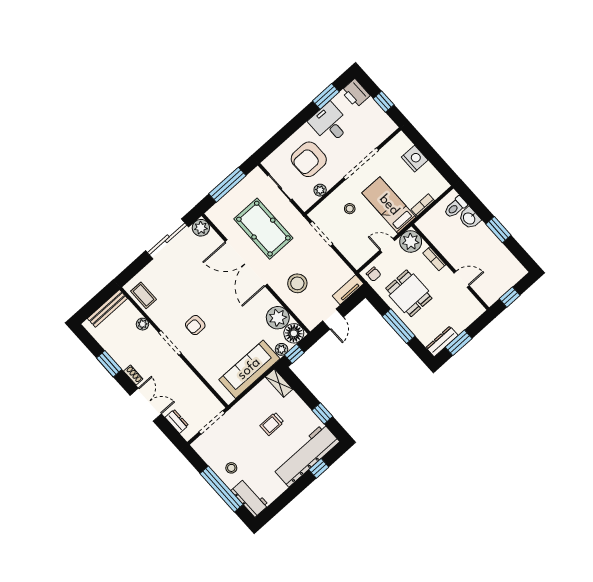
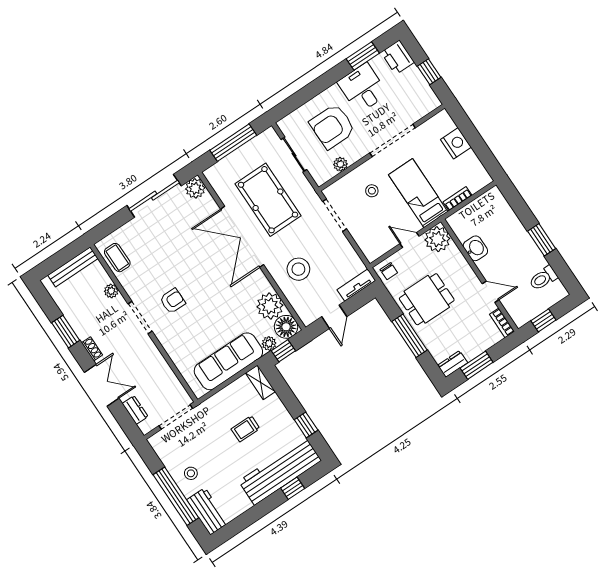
toilet: (455, 207) -> (543, 278), moved
washbasin: (469, 218) -> (475, 248), moved, turned 180
bookcase: (434, 259) -> (502, 323), moved
dining table: (409, 293) -> (427, 299), turned 90
armchair: (195, 325) -> (173, 301), turned 180
dresser: (442, 341) -> (453, 364), width x0.70

